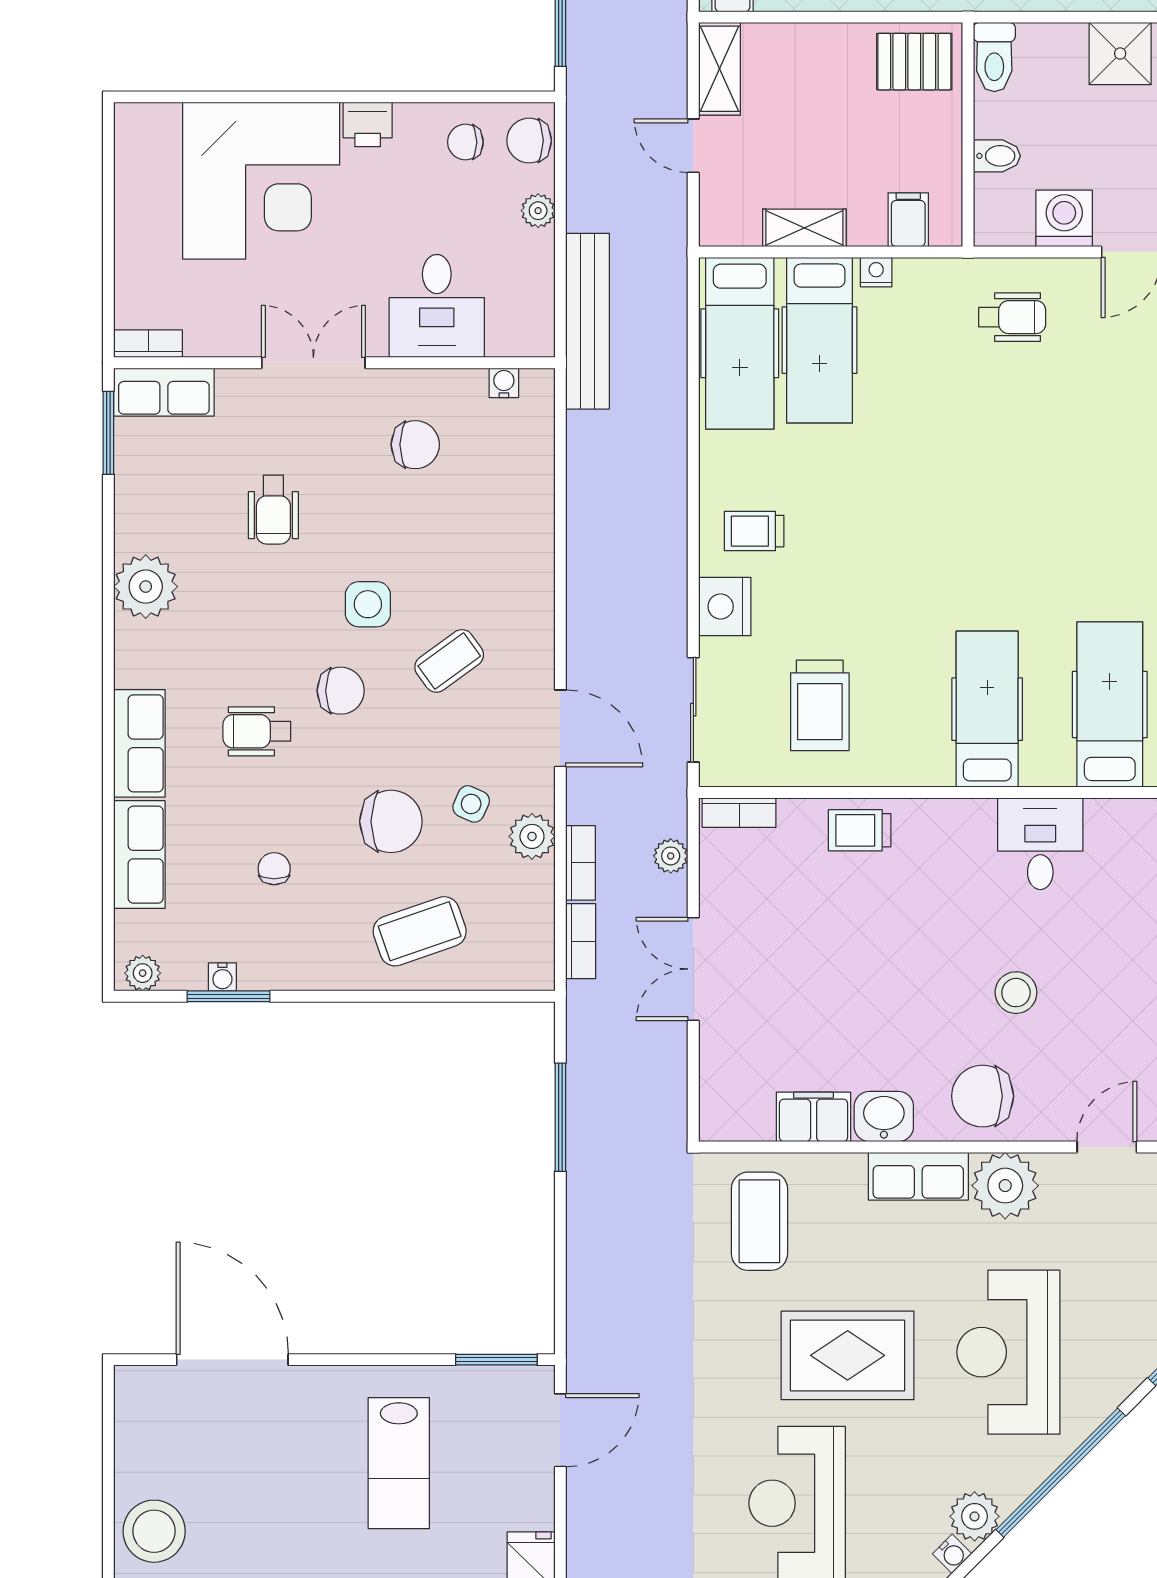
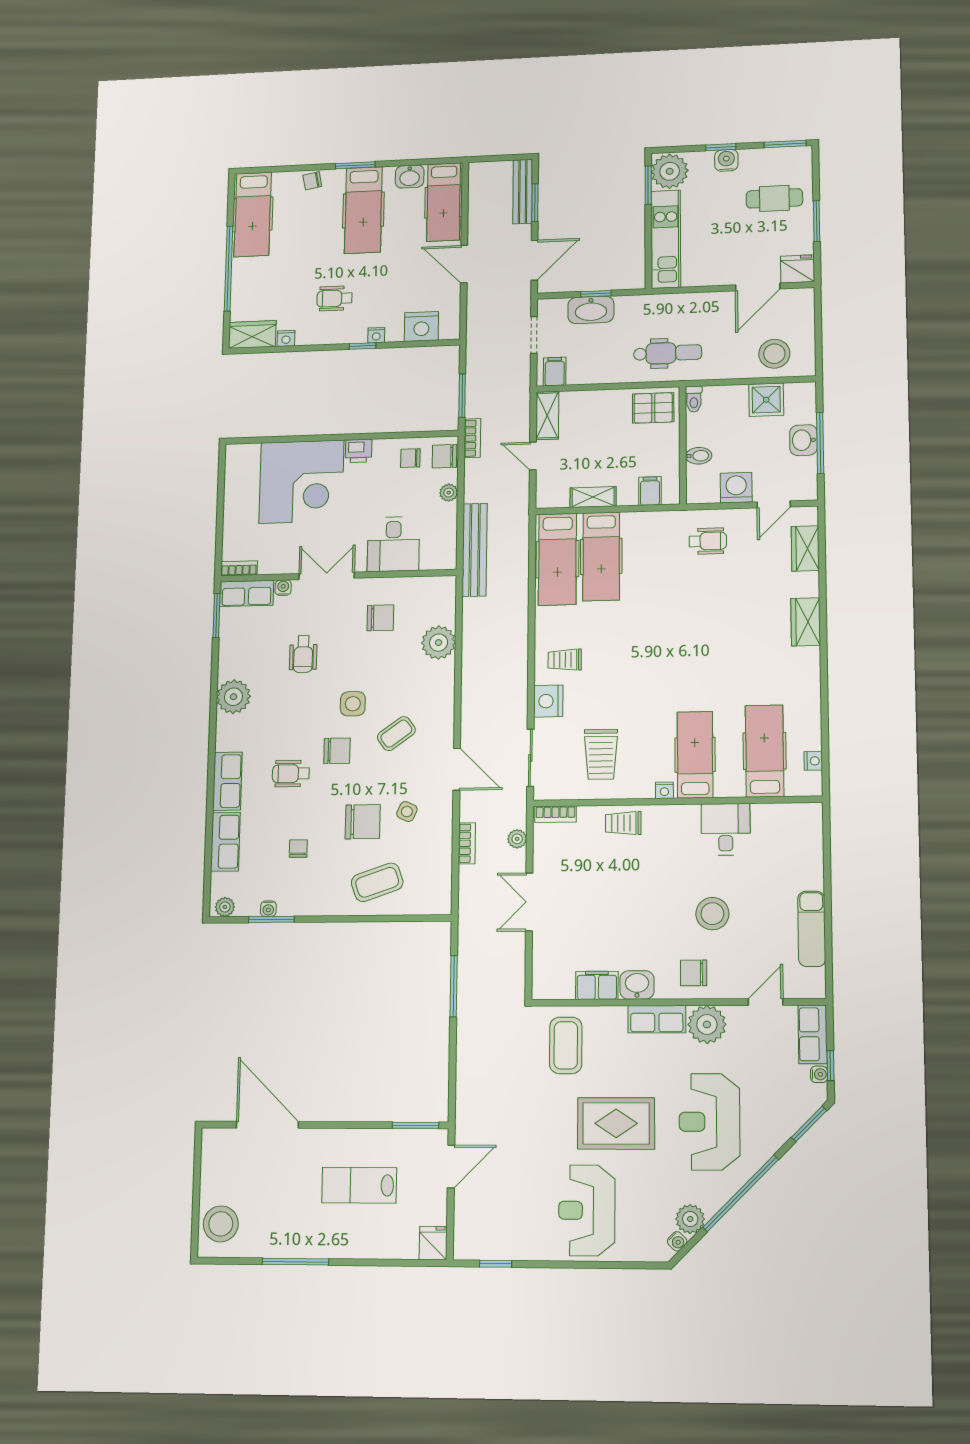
toilet: (994, 57) -> (694, 399), width x0.73, depth x0.72
nightstand: (876, 272) -> (664, 790), moved, turned 180
water cooler: (504, 383) -> (283, 588), moved
plant: (532, 836) -> (439, 643), moved, width x1.36, depth x1.36
bookcase: (581, 941) -> (472, 438), moved
stool: (1016, 993) -> (712, 914), width x1.38, depth x1.38
chair: (983, 1096) -> (694, 973), width x0.73, depth x0.73
lab bench: (399, 1463) -> (359, 1185), turned 90

